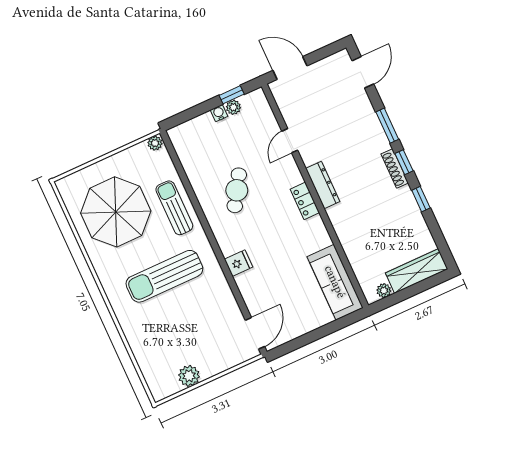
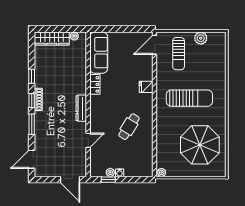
locker: (305, 201) -> (95, 84), moved
sun lounger: (174, 208) -> (179, 54), moved

